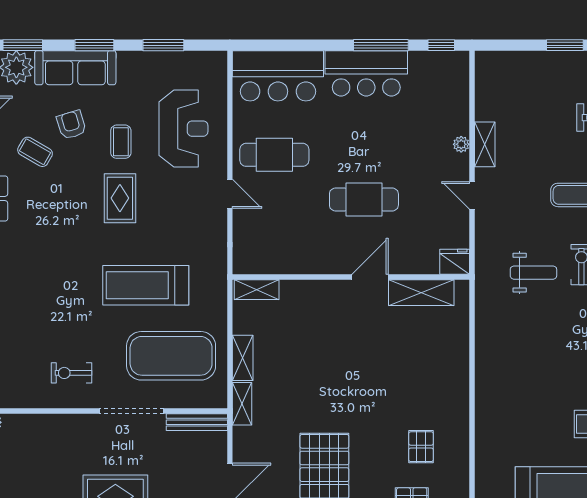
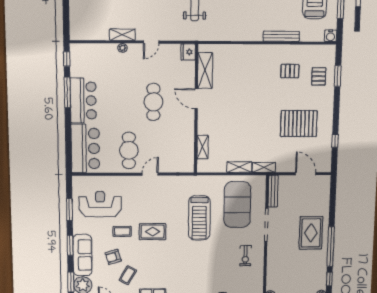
reception desk: (184, 129) -> (100, 204), moved
shelving: (257, 290) -> (203, 147), moved
bench: (484, 429) -> (281, 36), added

